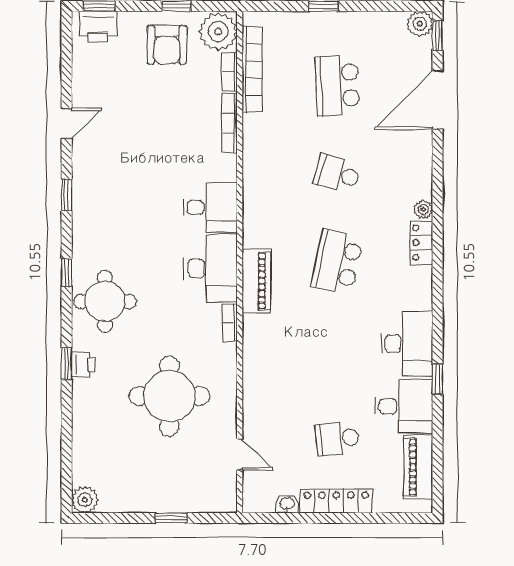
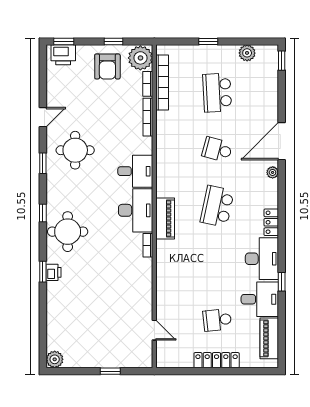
plant: (420, 24) -> (247, 53), moved
door: (437, 100) -> (282, 141), moved
locker: (421, 243) -> (271, 222), moved
round table: (169, 396) -> (75, 150), moved, width x0.73, depth x0.73
washbasin: (287, 504) -> (185, 362), removed

